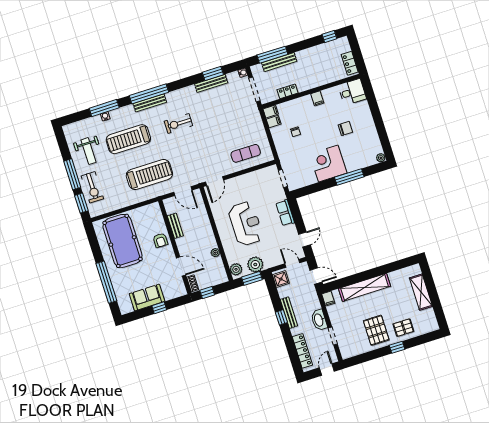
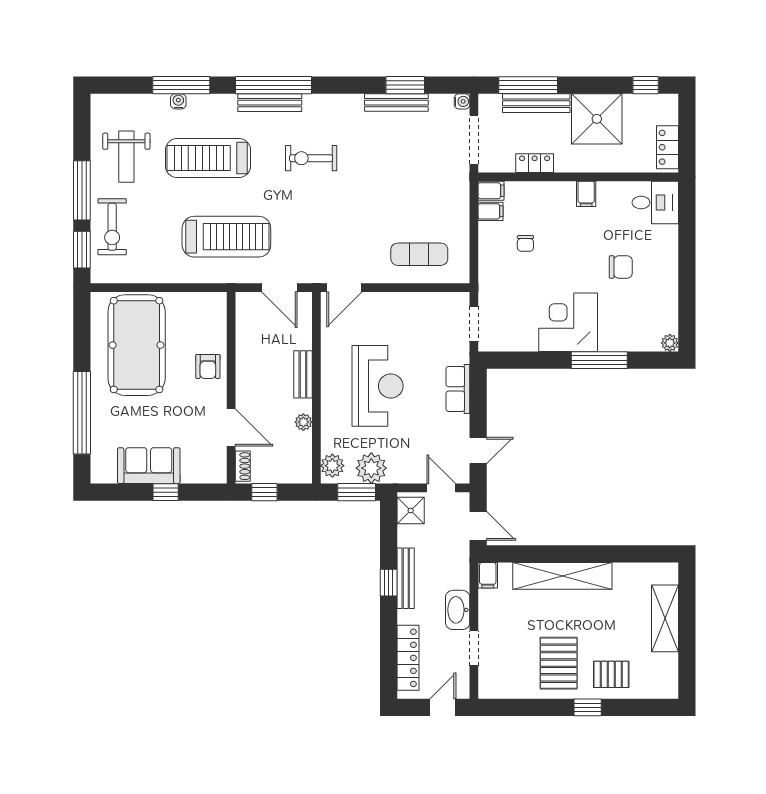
shower: (311, 60) -> (597, 119), added
bench: (175, 226) -> (303, 374), moved

